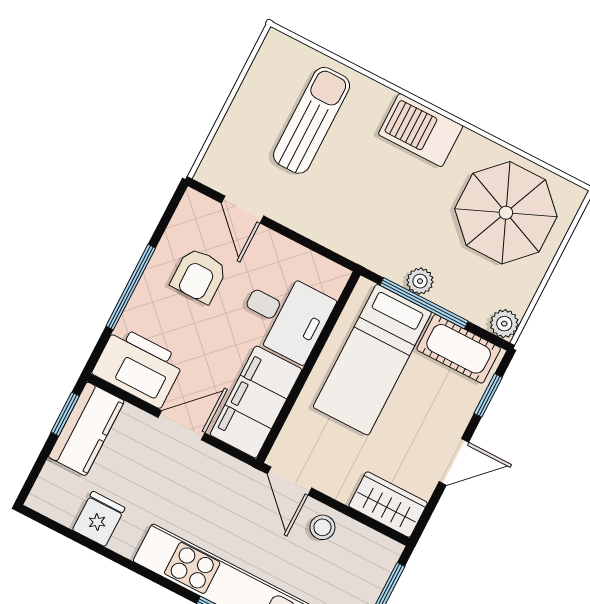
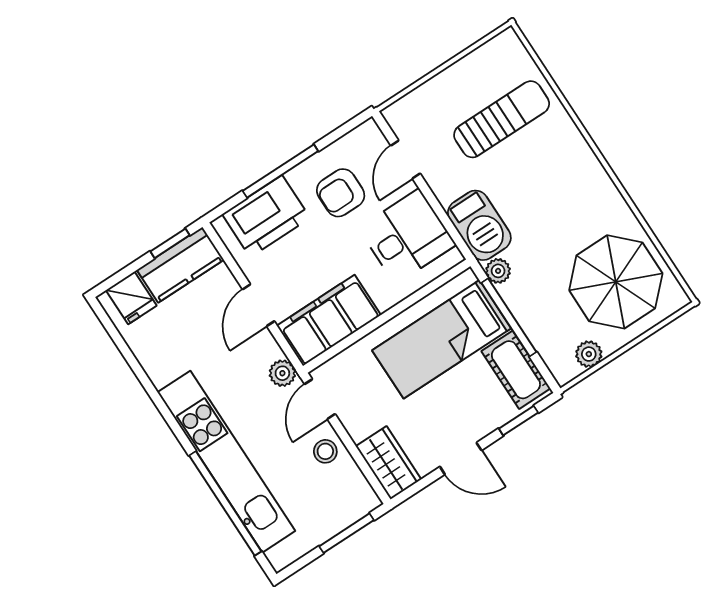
barbecue: (421, 130) -> (479, 225), moved, turned 180
plant: (420, 281) -> (498, 271), moved
desk: (285, 315) -> (407, 236), moved, turned -90
plant: (504, 324) -> (589, 354), moved
printer: (138, 367) -> (266, 216), moved, turned 90
door: (182, 425) -> (258, 305), swing flipped
plant: (240, 477) -> (282, 373), added
fridge: (99, 519) -> (131, 298), moved, turned 90

